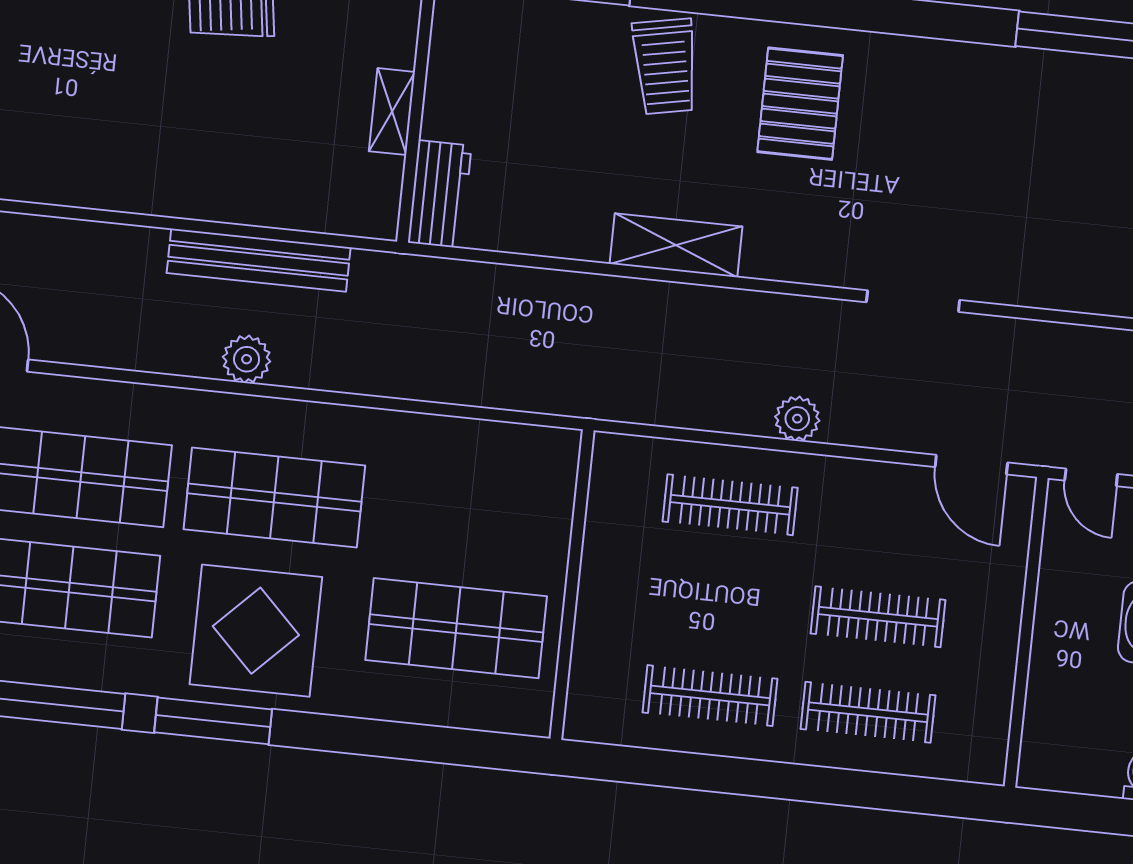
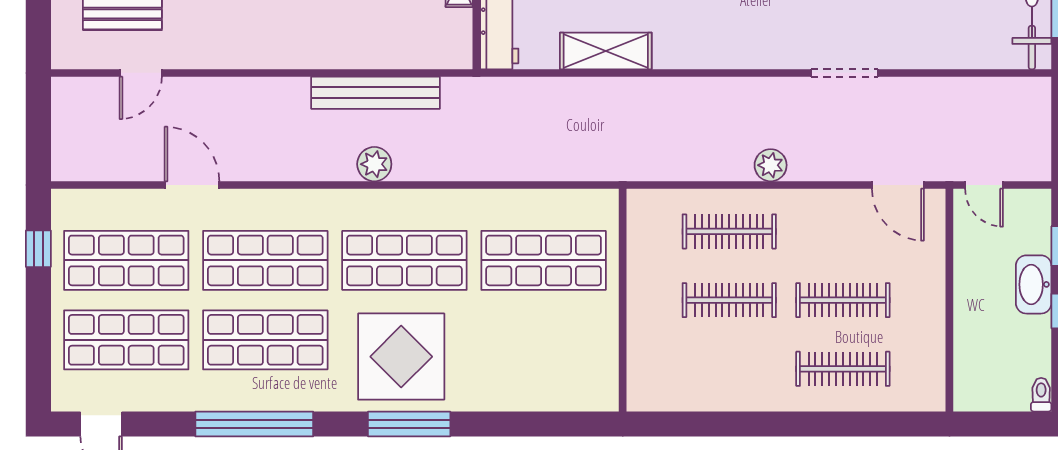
shelving: (676, 245) -> (606, 51), moved
shop shelf: (456, 628) -> (544, 260), moved
clothes rail: (710, 696) -> (729, 300), moved
window: (213, 721) -> (409, 424), moved

